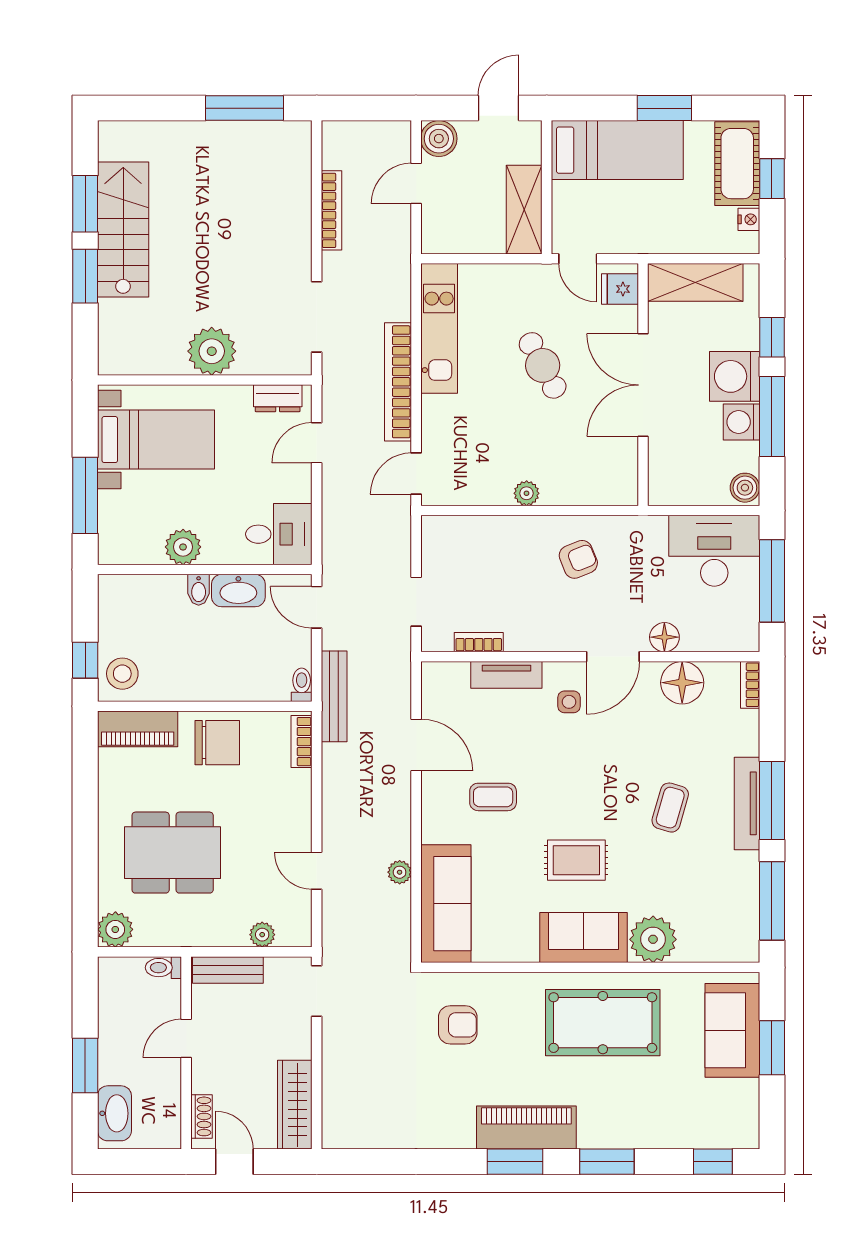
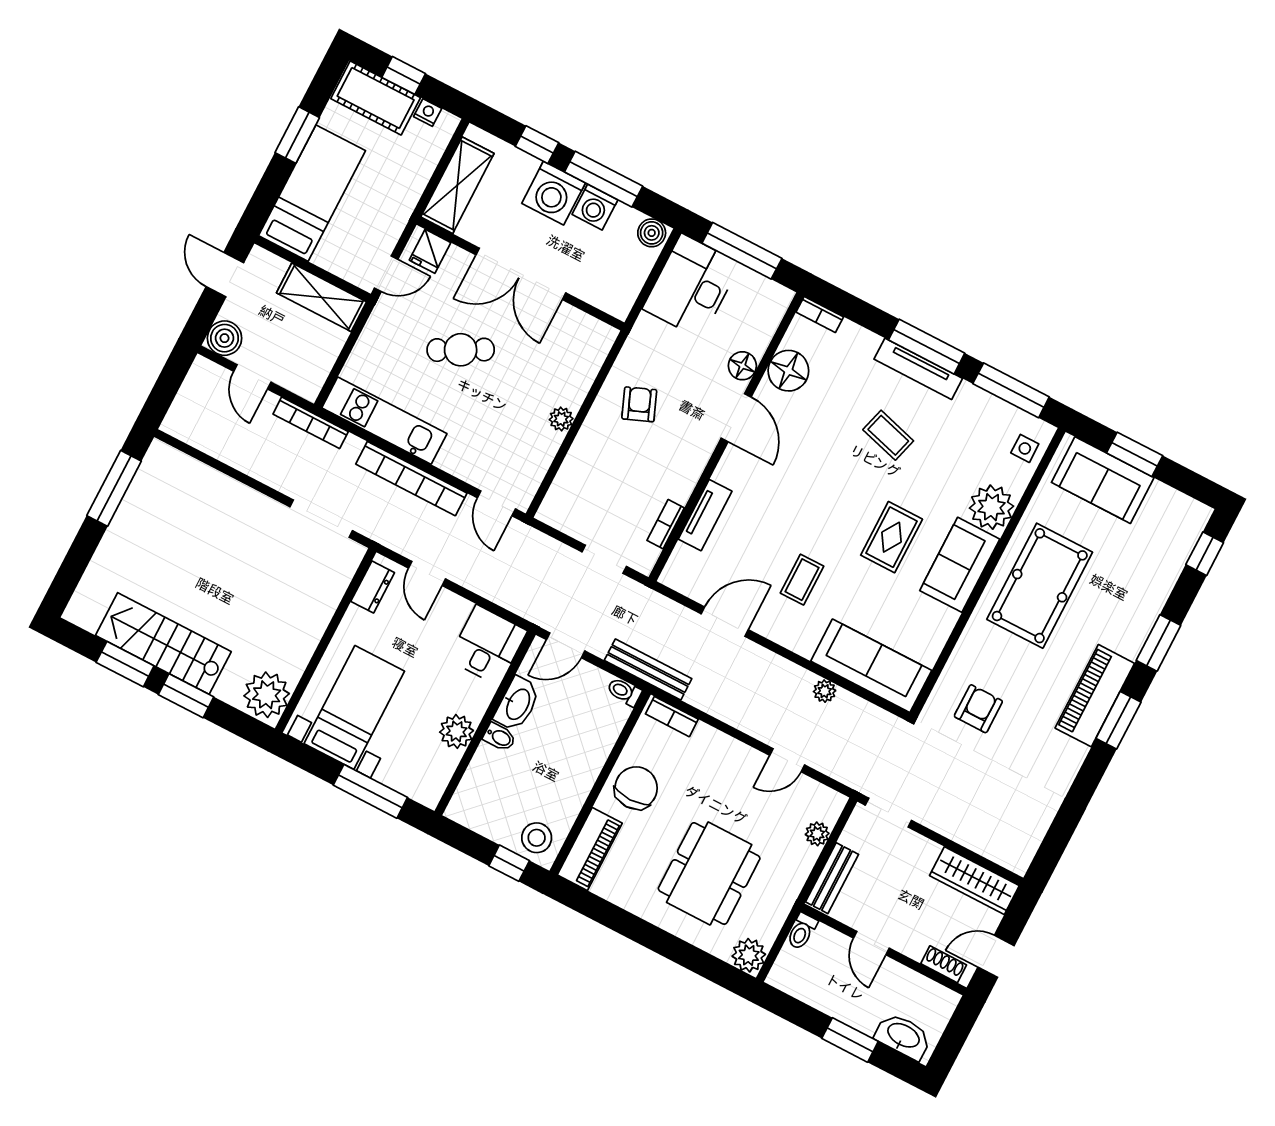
bookcase: (331, 210) -> (311, 423), moved, turned 180
plant: (212, 351) -> (267, 695), moved
side table: (569, 702) -> (1025, 448), moved

